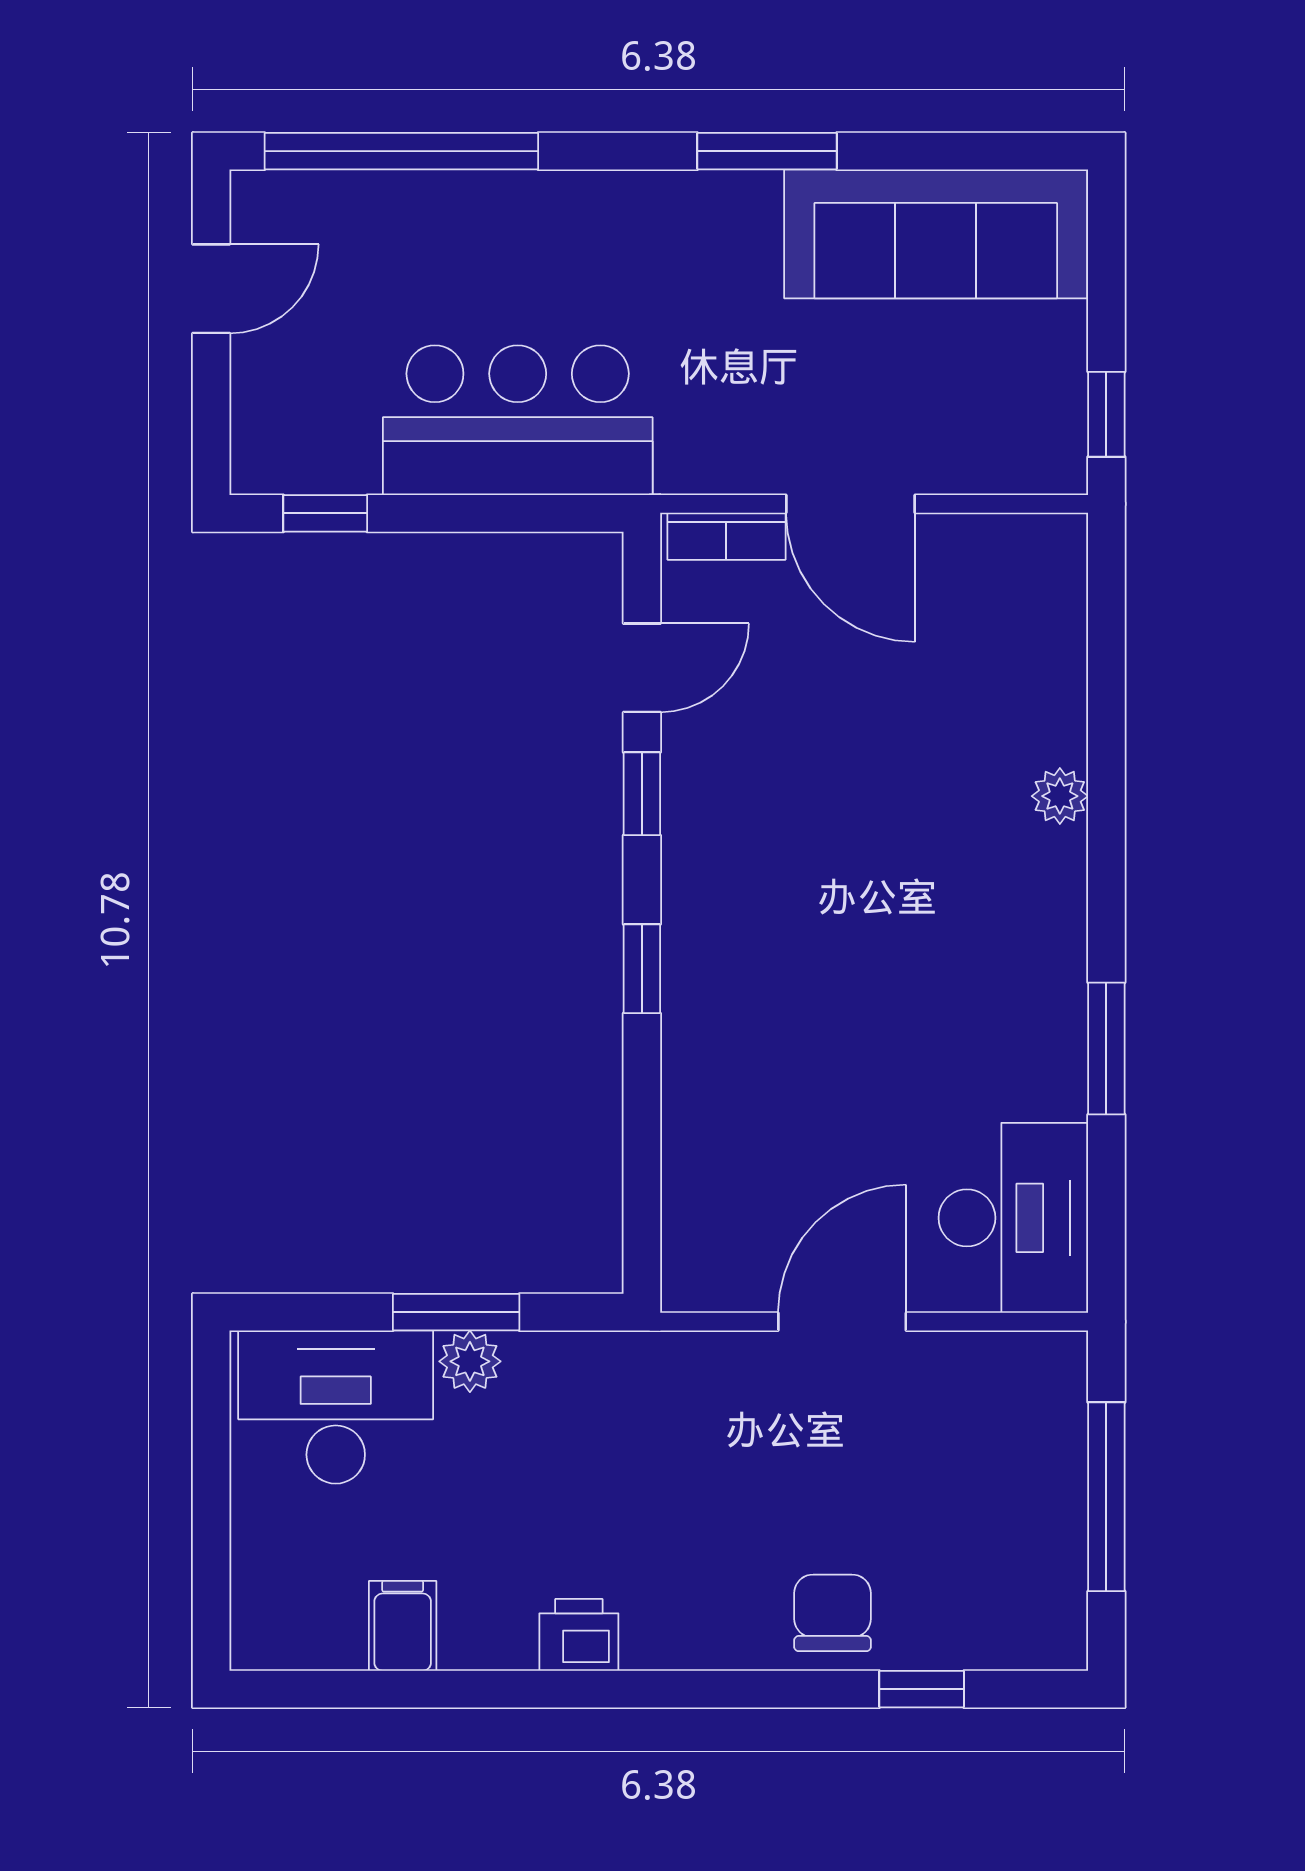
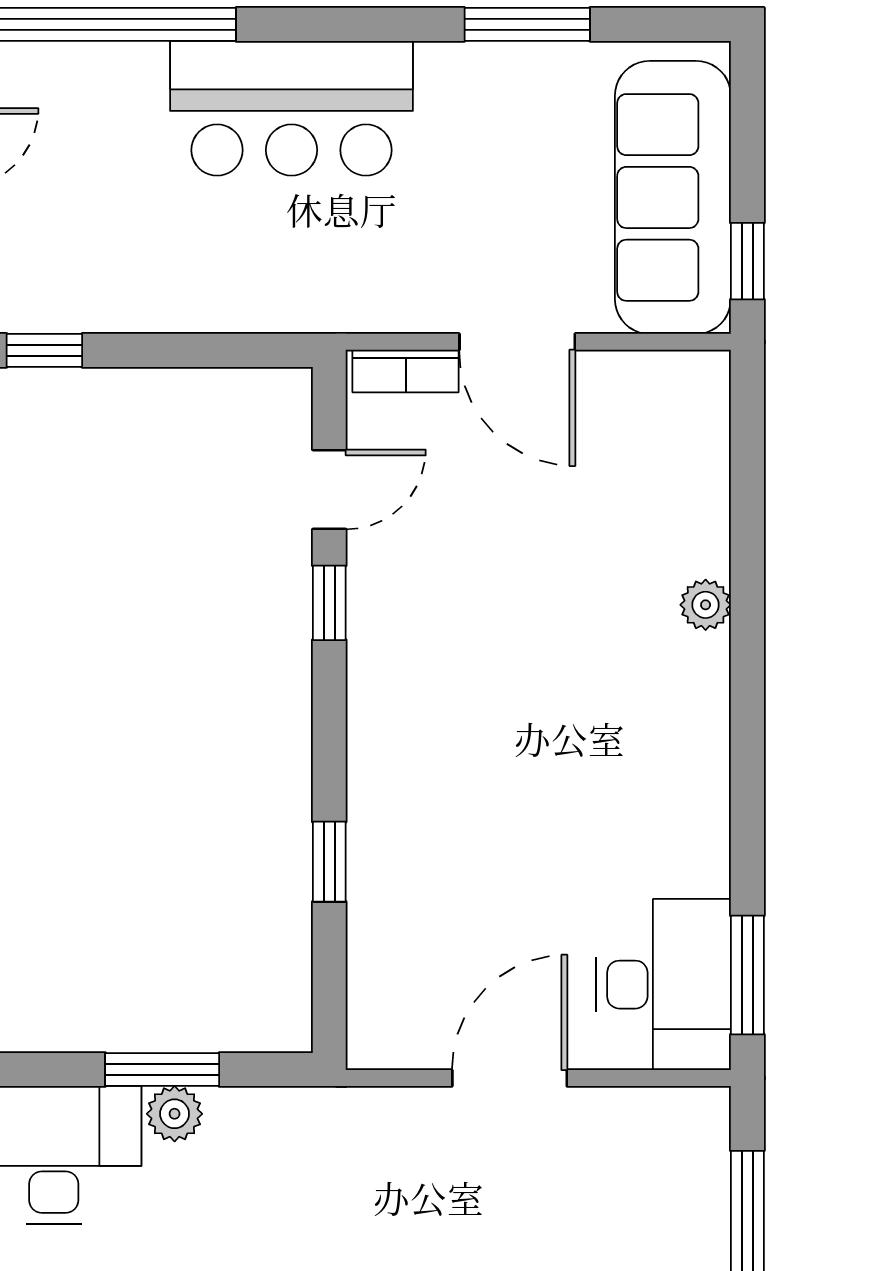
window: (767, 151) -> (527, 24), moved
sofa: (936, 234) -> (673, 197), moved, turned 90
bar counter: (518, 420) -> (291, 108), moved, turned 180
window: (642, 969) -> (329, 862), moved
window: (1106, 1049) -> (747, 975), moved

